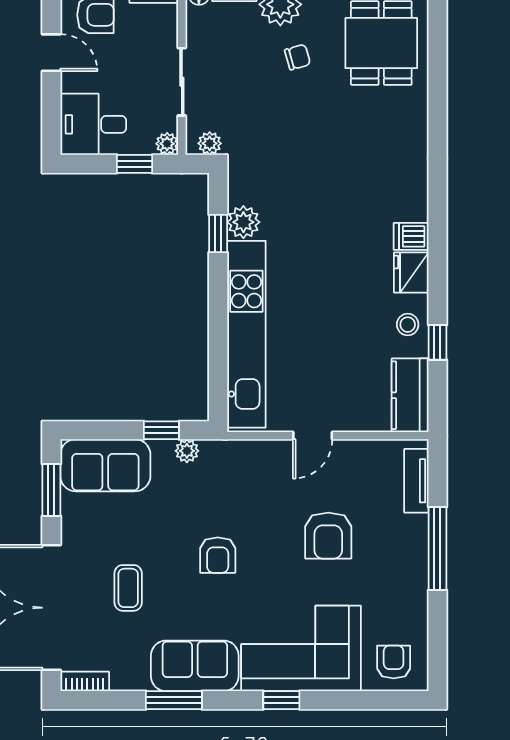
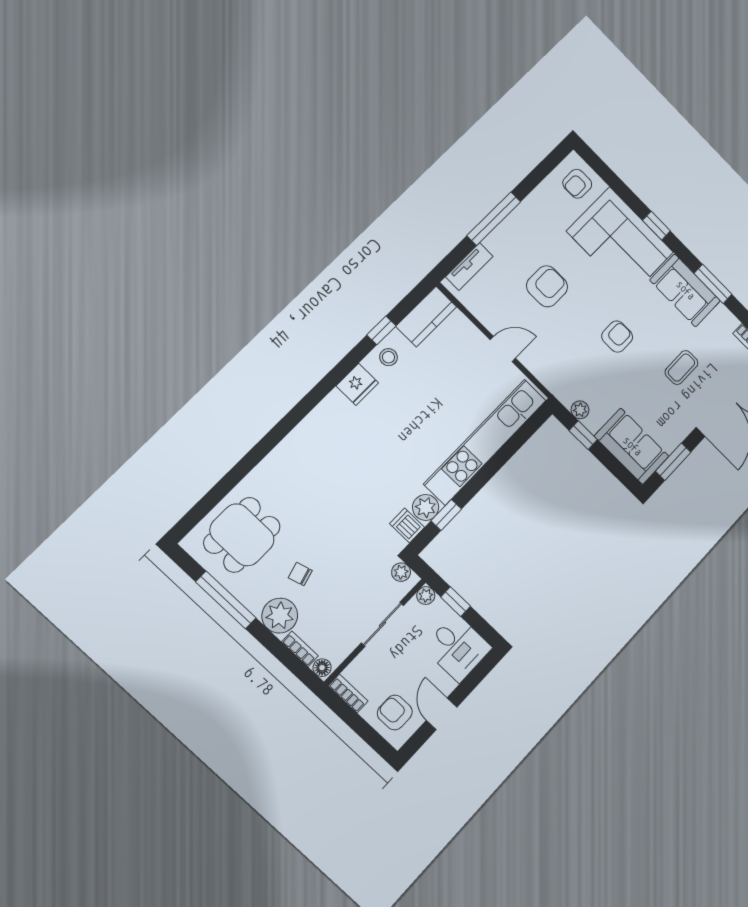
dishwasher: (411, 236) -> (407, 525), moved, turned 180

